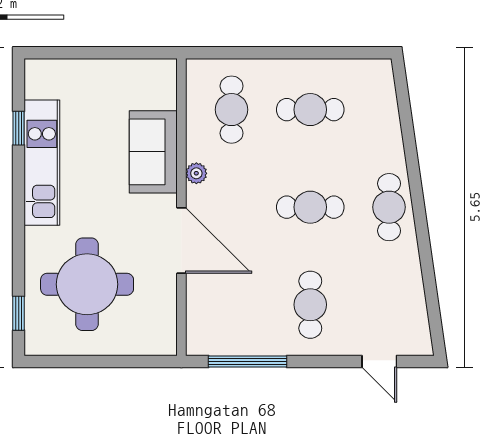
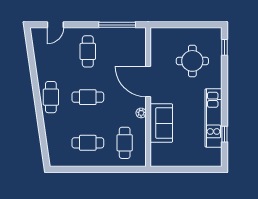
round table: (87, 284) -> (192, 61), width x0.73, depth x0.73
door: (379, 362) -> (55, 25), swing flipped

